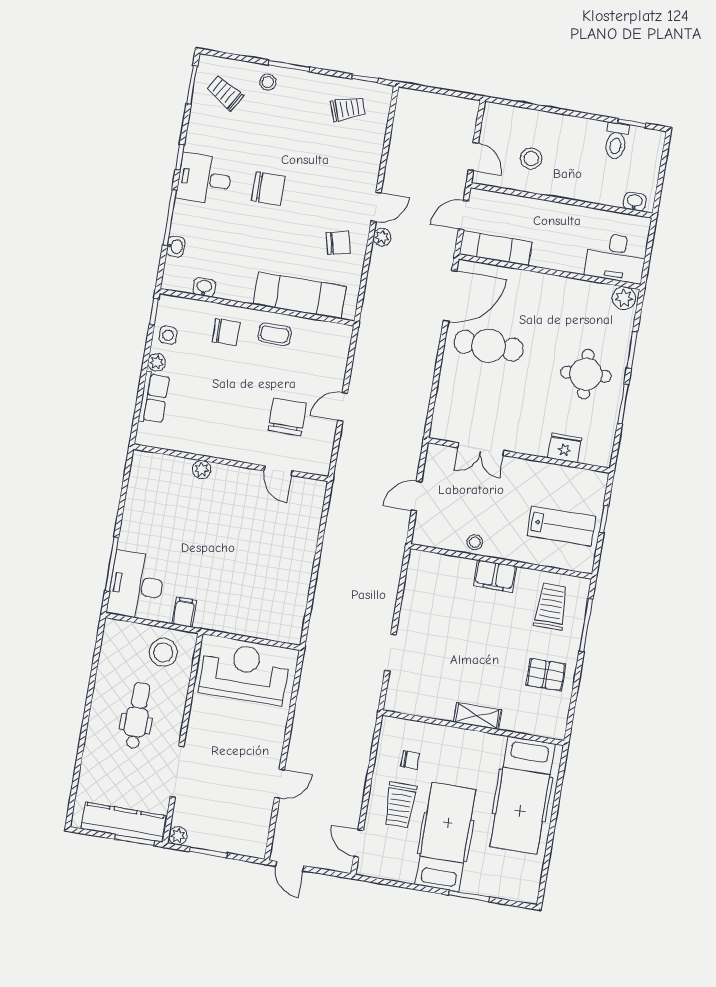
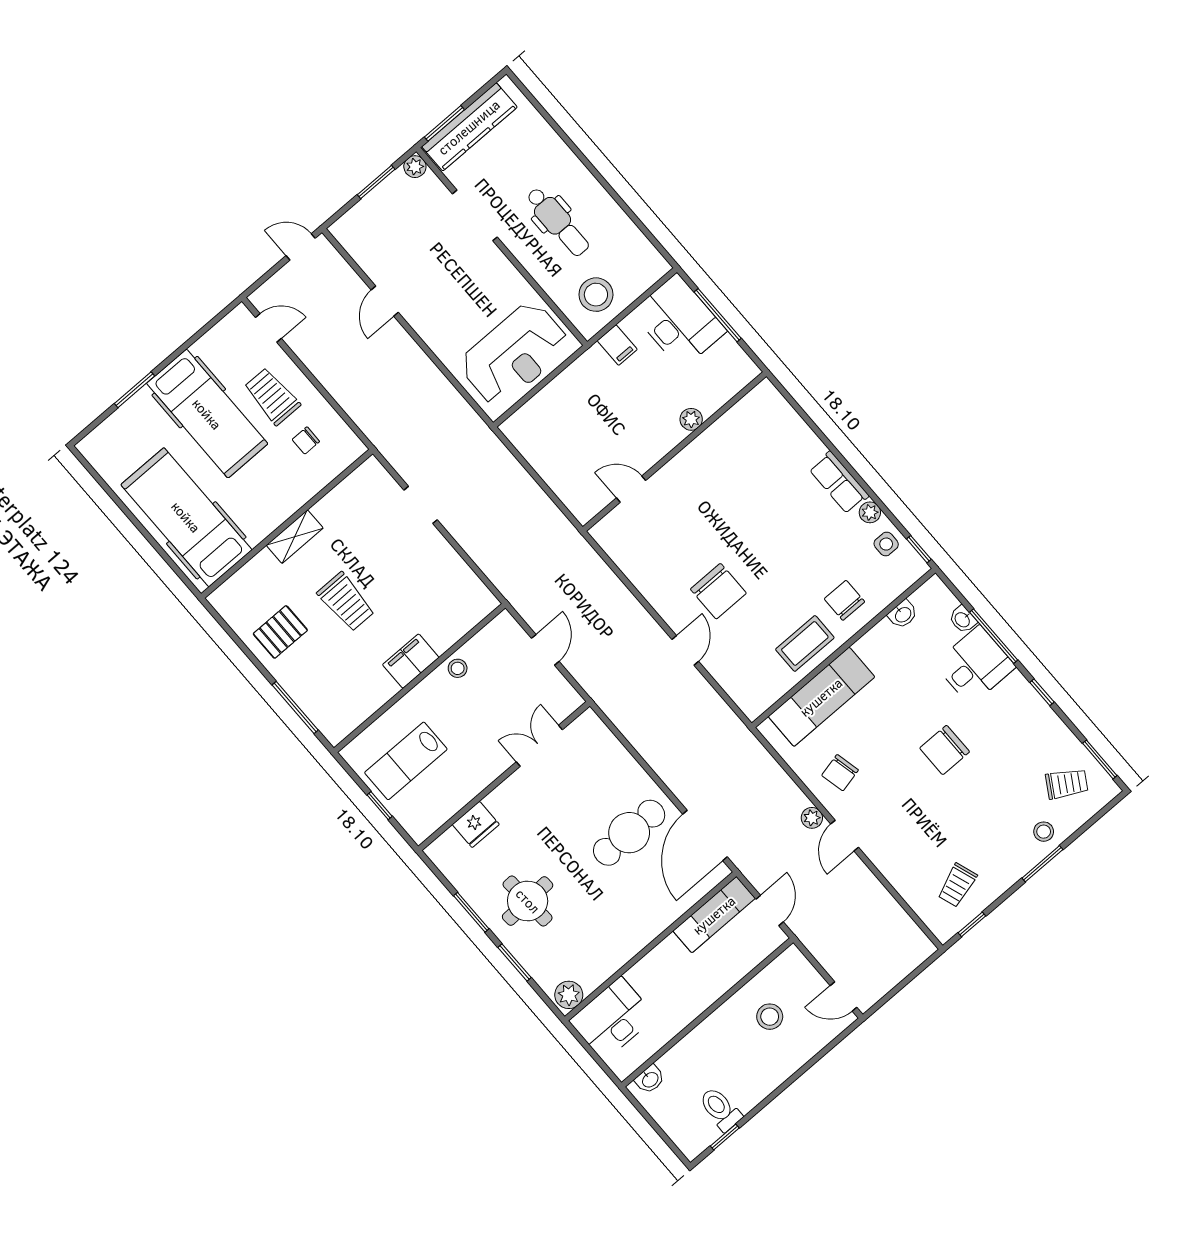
door: (473, 156) -> (844, 996), moved
desk: (204, 179) -> (975, 665), moved
chair: (226, 332) -> (844, 600), turned 90
coffee table: (275, 334) -> (805, 643), width x1.36, depth x1.30
wall: (231, 463) -> (675, 452), moved
plant: (202, 469) -> (691, 419), moved
door: (278, 471) -> (631, 489), moved
trolley: (551, 607) -> (346, 602), moved

